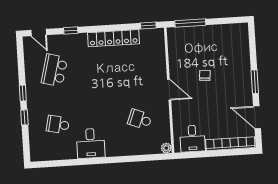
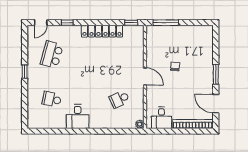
door: (39, 32) -> (41, 23), hinge flipped
window: (24, 117) -> (25, 92), removed
school desk: (140, 119) -> (119, 99), turned -45

